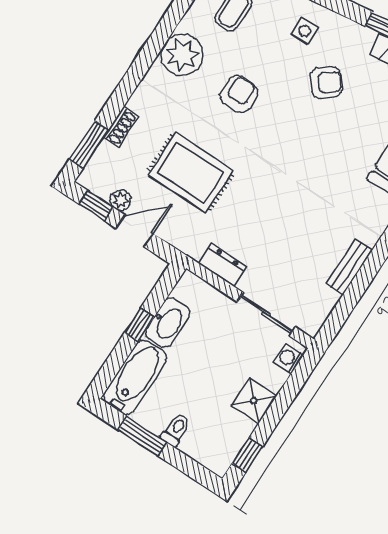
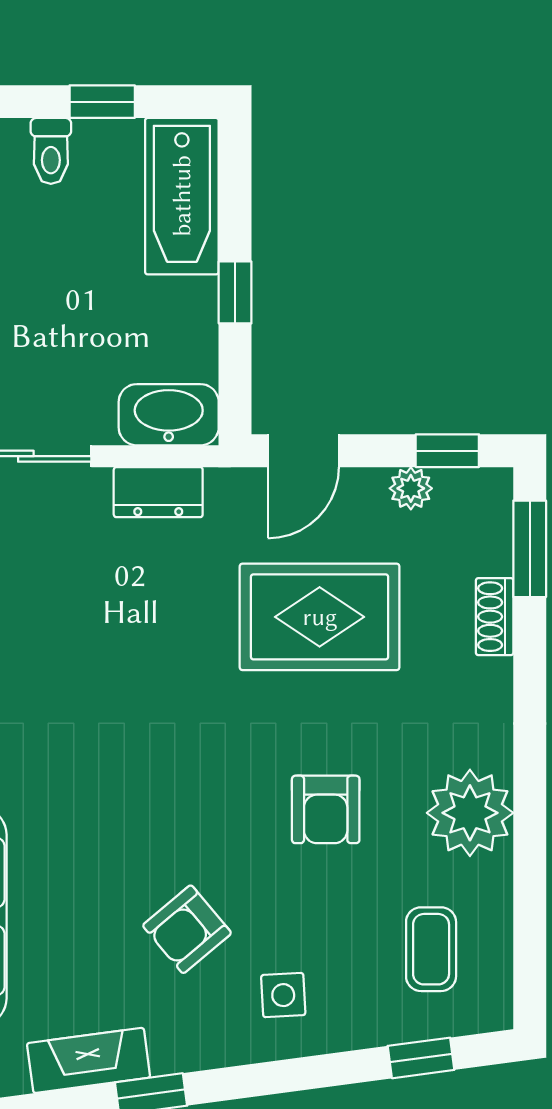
door: (135, 231) -> (303, 451), moved
washbasin: (168, 323) -> (169, 415), moved, turned 90
window: (142, 436) -> (102, 102), width x0.67

